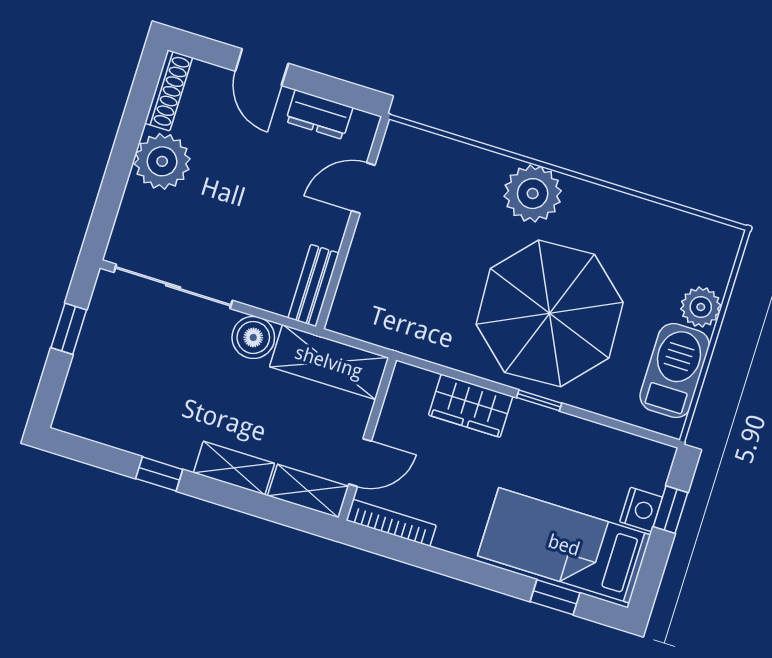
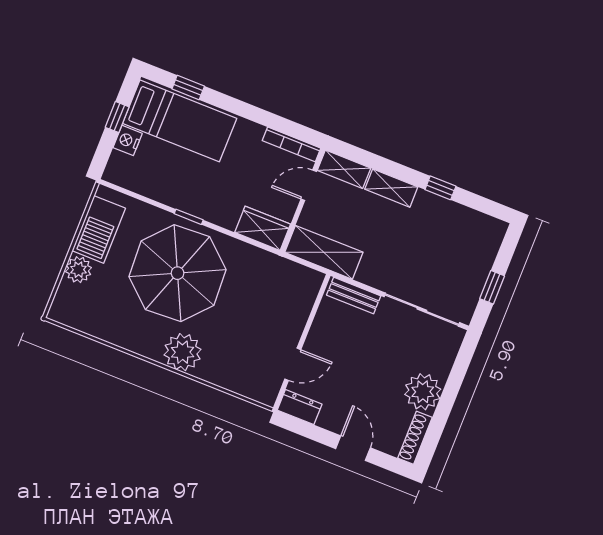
dresser: (319, 115) -> (300, 407), moved
bench: (313, 286) -> (354, 296), moved, turned 90
boiler: (253, 337) -> (372, 272), removed
wardrobe: (471, 406) -> (263, 228), moved
window: (670, 510) -> (117, 117), moved

